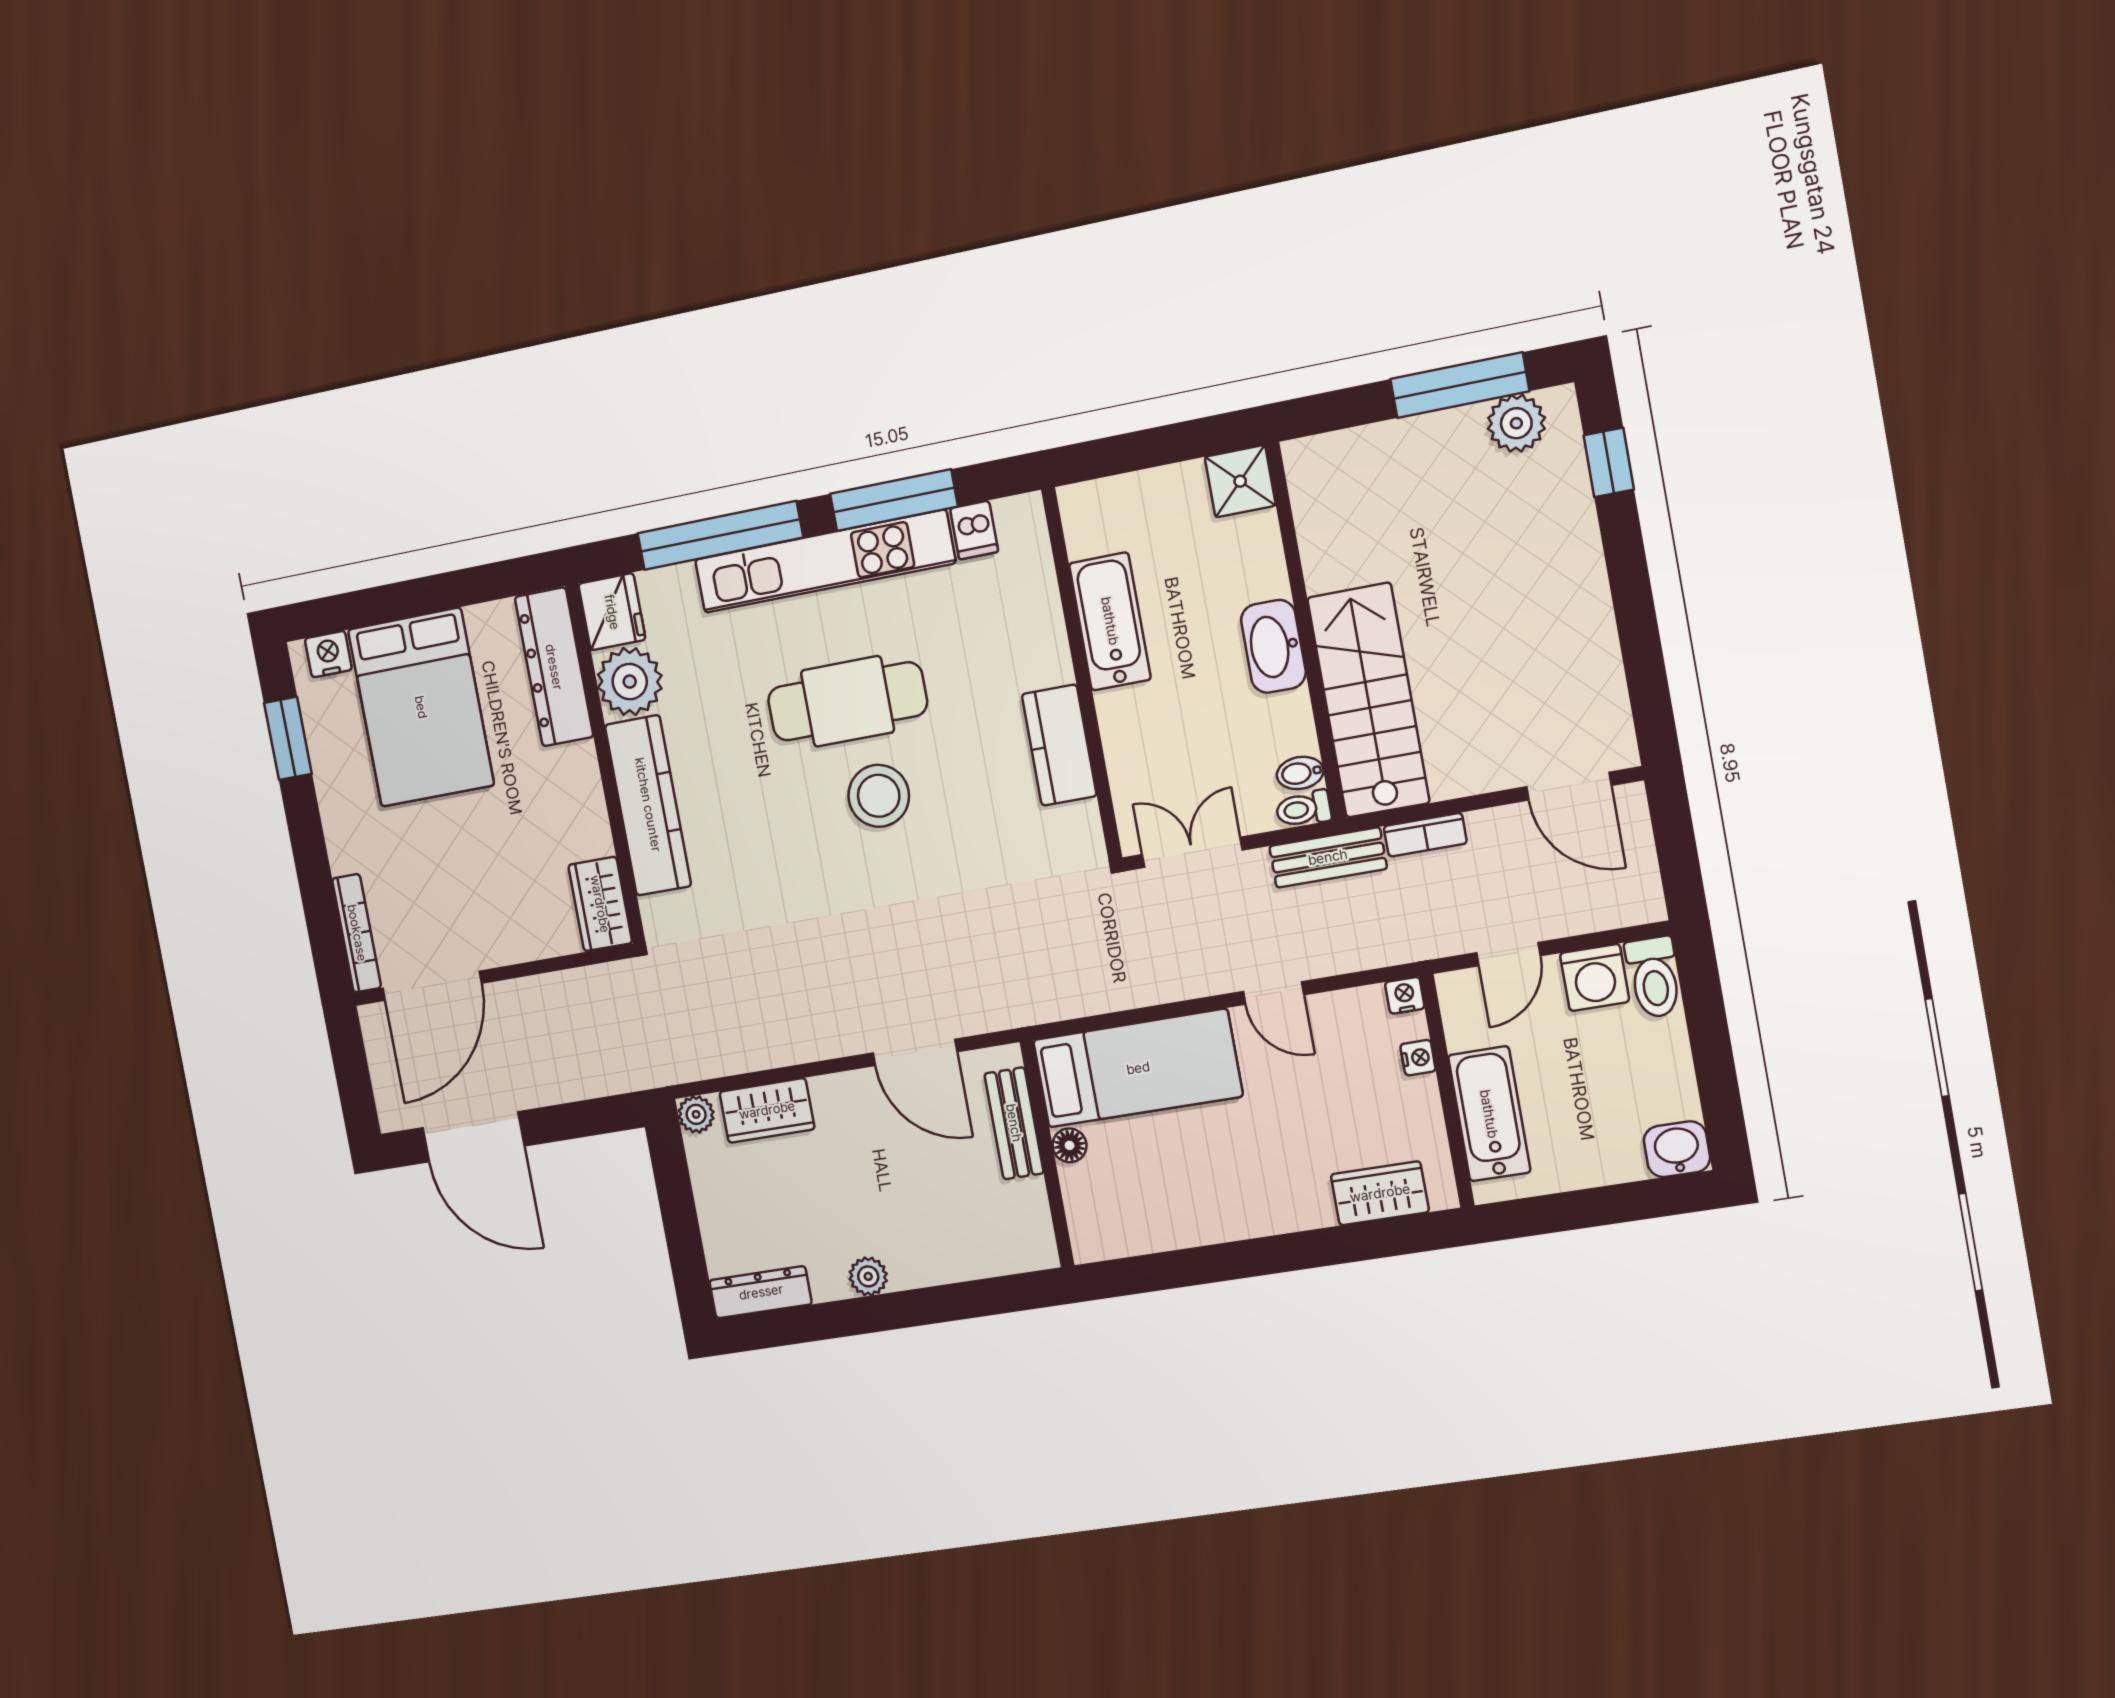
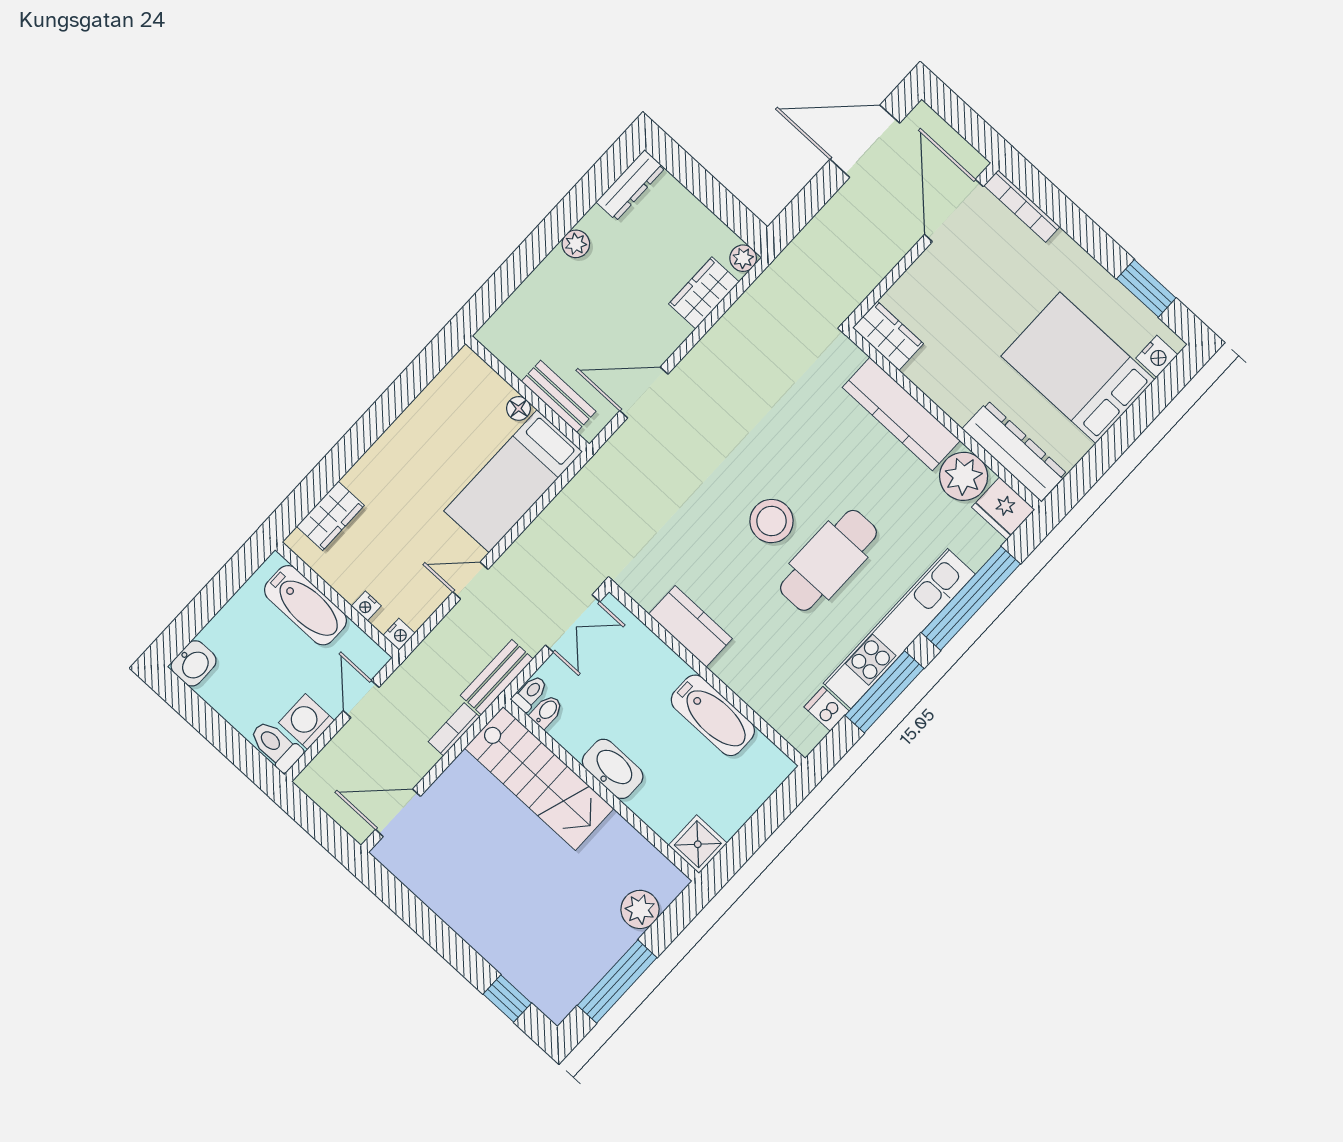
plant: (1516, 423) -> (640, 909), moved

